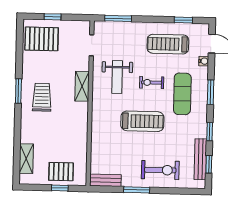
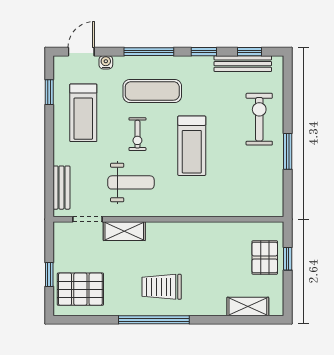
window: (118, 18) -> (49, 183), removed
pallet: (42, 39) -> (80, 289), turned 90
shelving: (82, 86) -> (124, 231), moved
window: (18, 91) -> (154, 320), width x2.11
window: (211, 92) -> (149, 52), width x1.44
treadmill: (142, 121) -> (192, 146), turned 180
bench: (106, 180) -> (61, 188), moved

